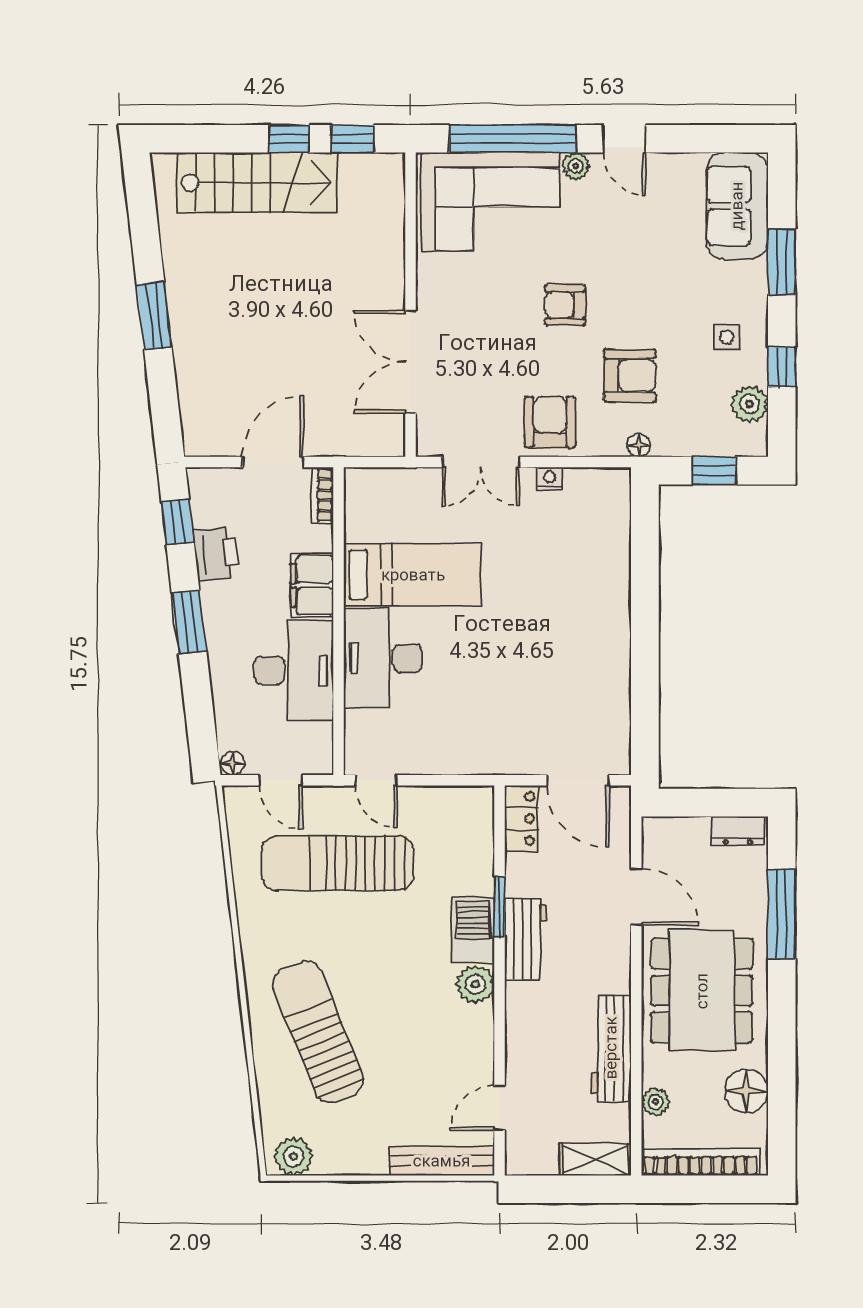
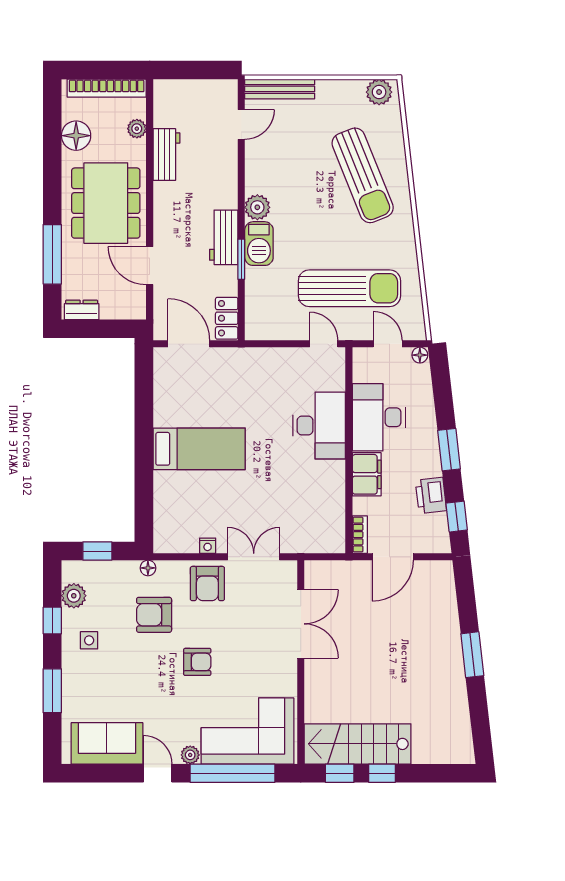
stairs: (257, 182) -> (358, 744), moved
sofa: (737, 206) -> (107, 743), moved, turned -90
bed: (413, 575) -> (199, 449), moved, turned 180
workbench: (611, 1048) -> (166, 155), width x0.73
shelving: (595, 1159) -> (177, 90), removed

